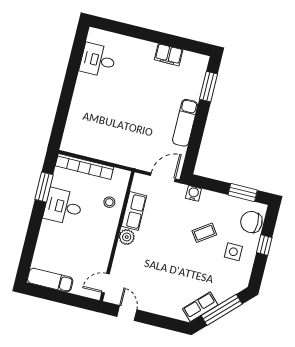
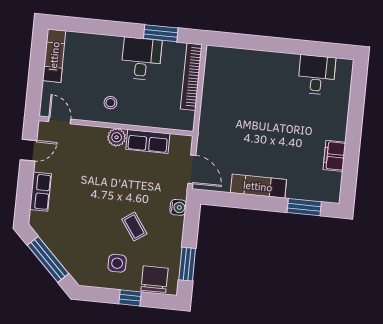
stool: (109, 202) -> (110, 103), moved
row of seats: (200, 307) -> (40, 192), moved, turned 45

